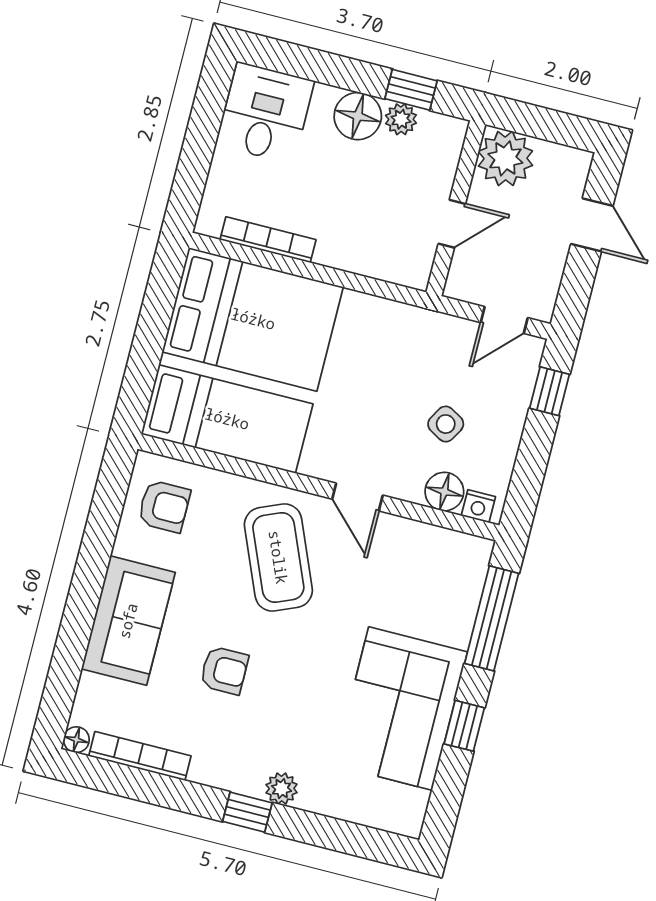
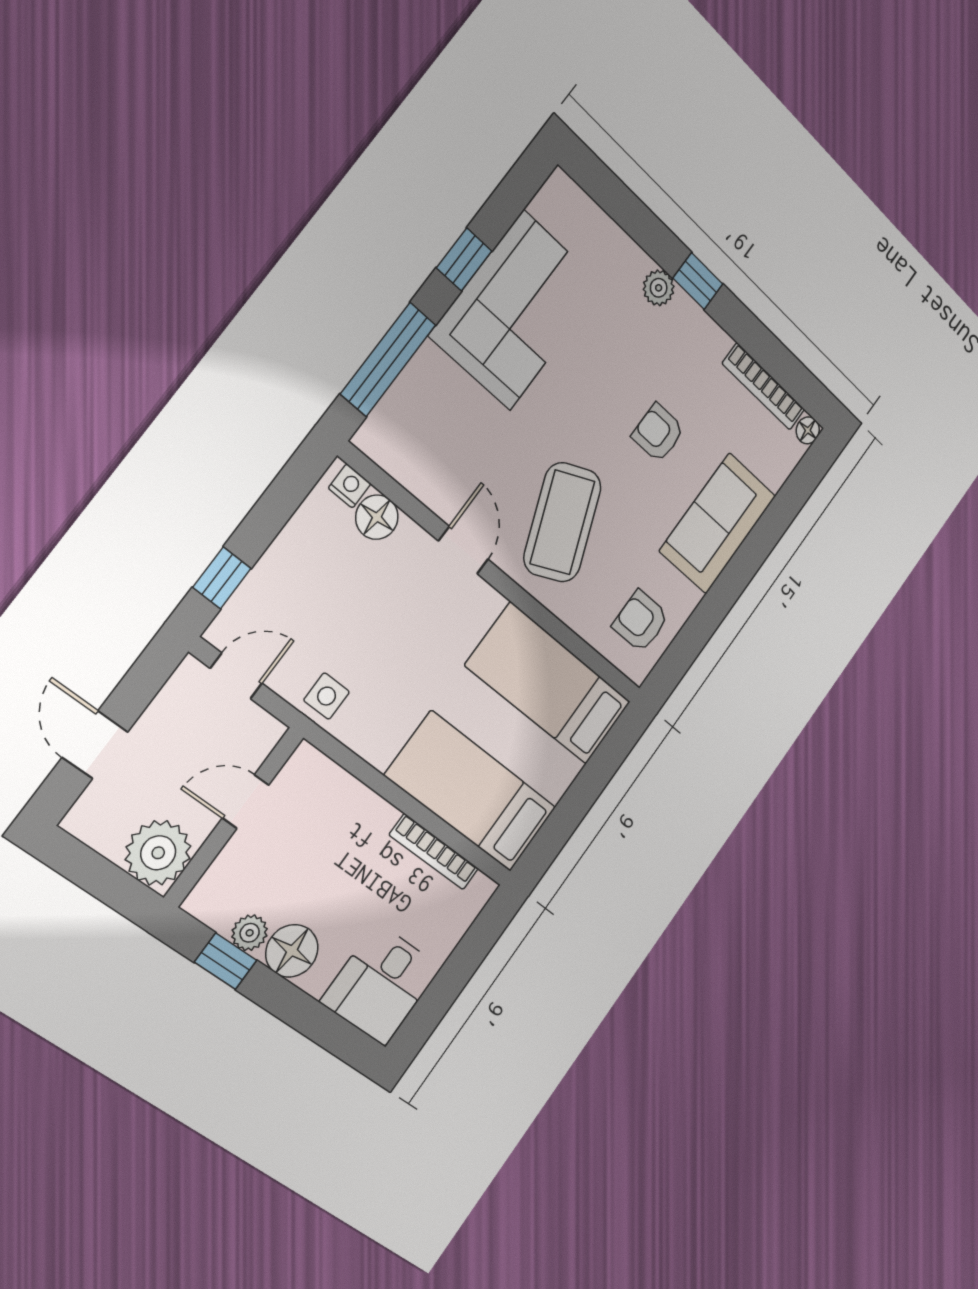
bed: (253, 319) -> (471, 792), width x0.67
side table: (446, 424) -> (327, 696), moved, turned -30

